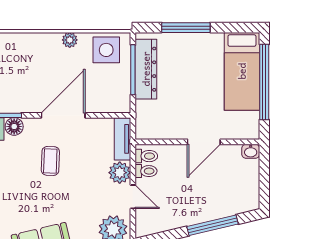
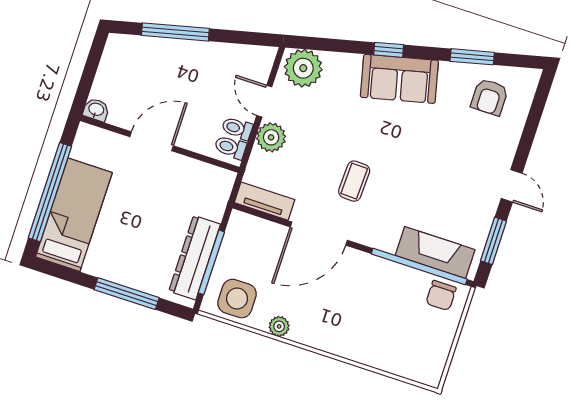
floor lamp: (14, 127) -> (386, 240), removed
tv unit: (123, 139) -> (265, 201), moved, turned -90

